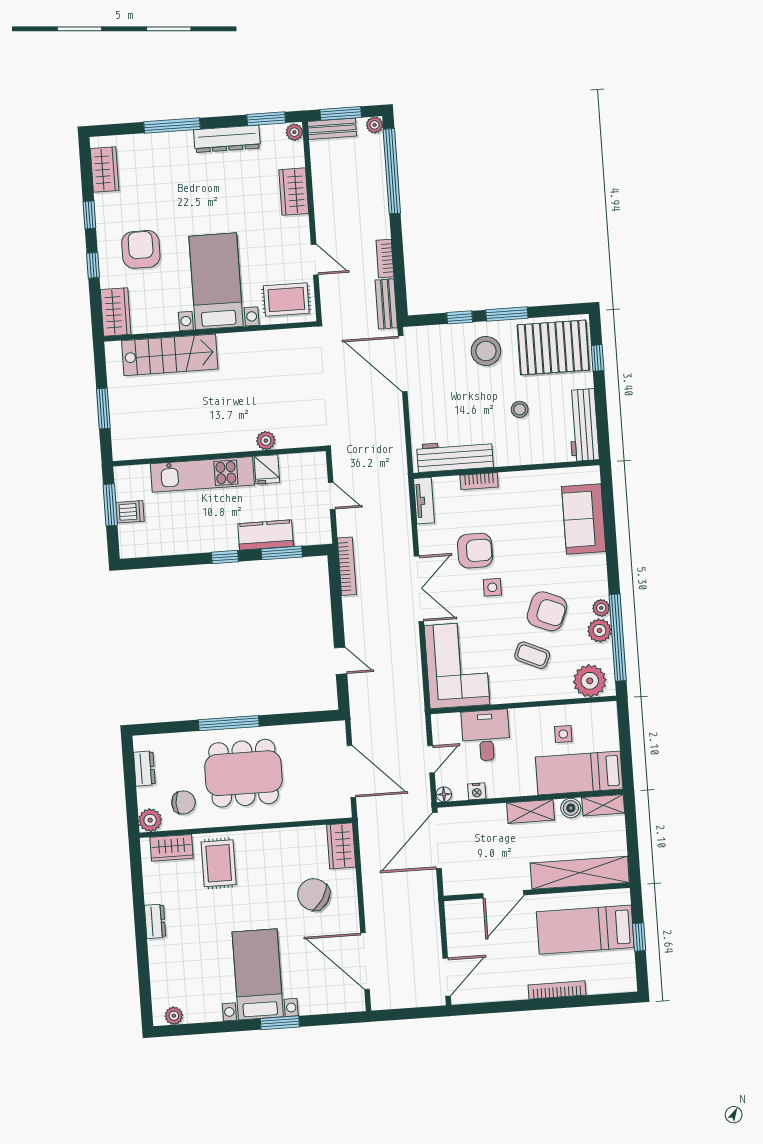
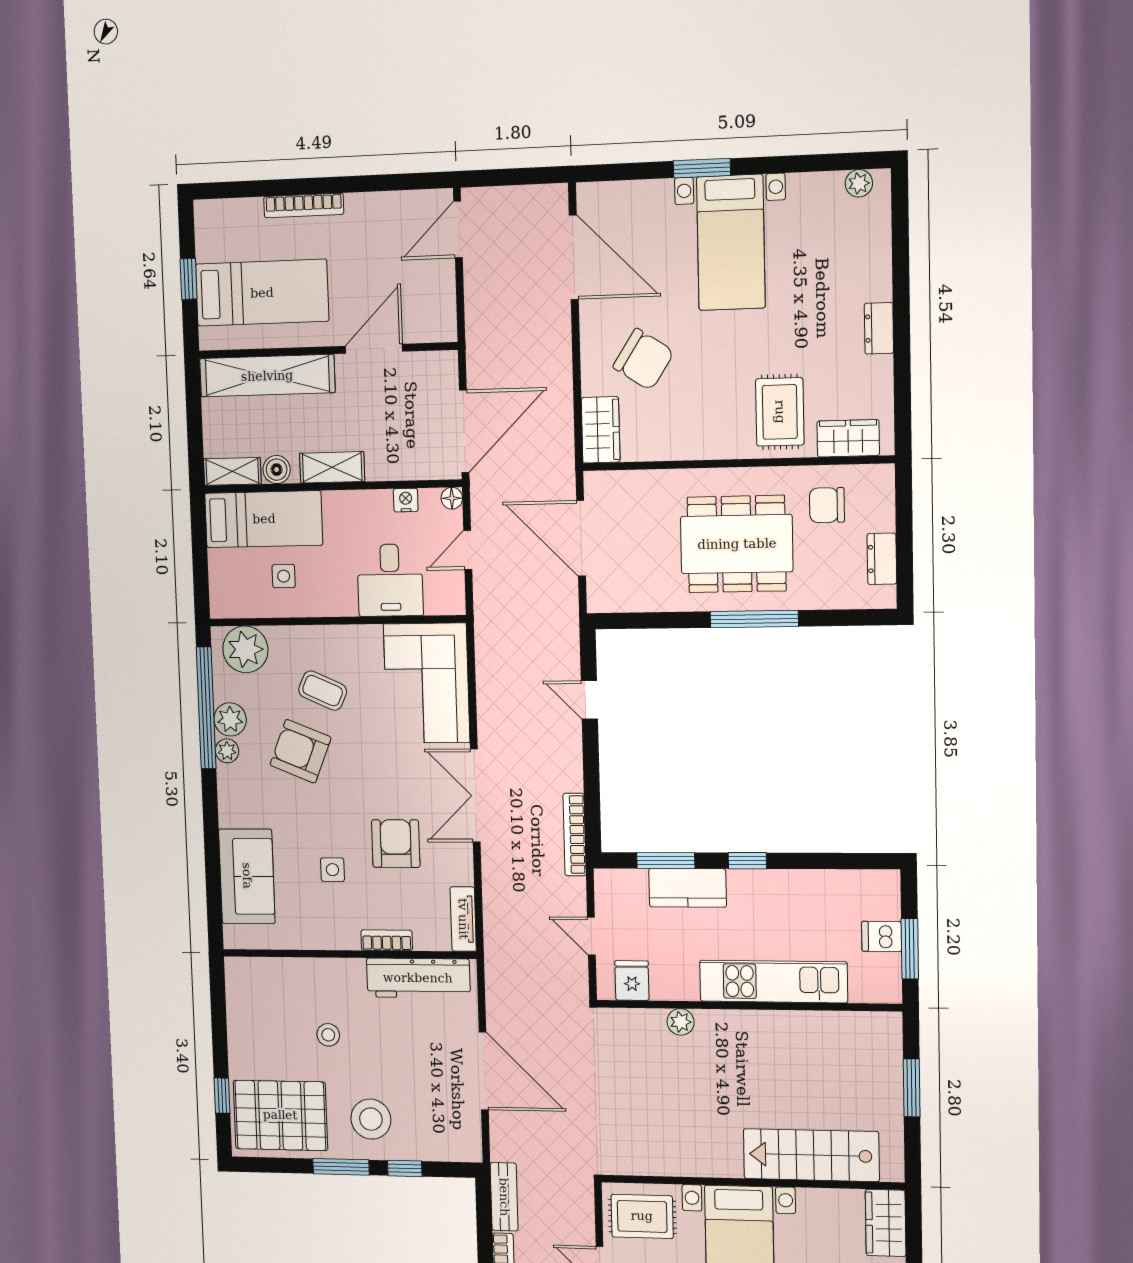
door: (403, 364) -> (484, 1071), moved
workbench: (583, 425) -> (244, 1006), removed
fridge: (267, 469) -> (632, 980), moved
armchair: (475, 551) -> (396, 844), turned 90
side table: (492, 587) -> (332, 870), moved
plant: (150, 820) -> (878, 481), removed

